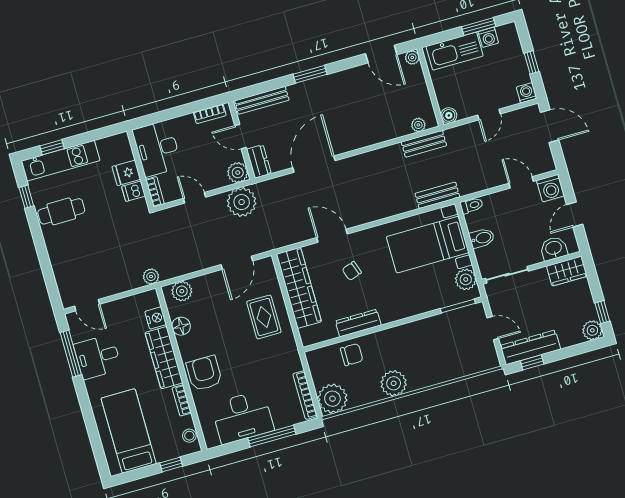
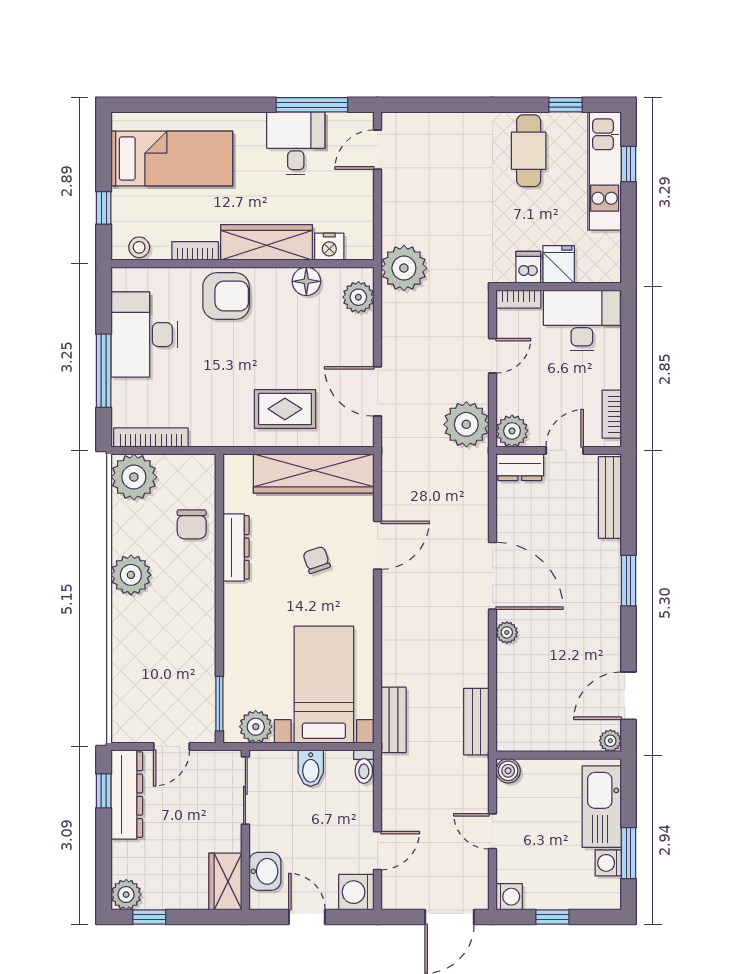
plant: (418, 125) -> (507, 632), moved
door: (314, 164) -> (493, 576), moved
plant: (151, 277) -> (404, 268), width x1.88, depth x1.88

